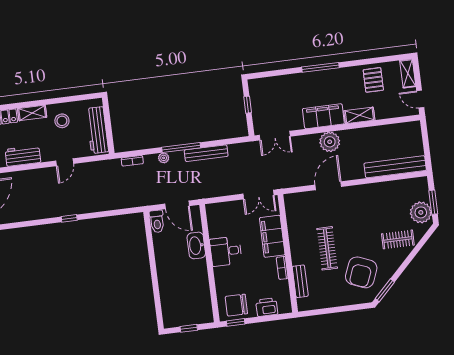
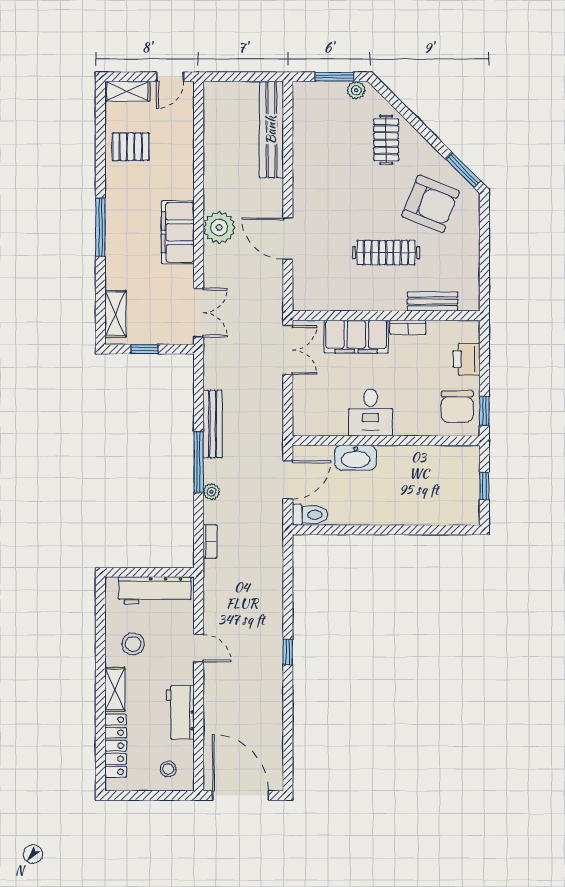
shelving: (359, 115) -> (115, 314), moved
plant: (421, 212) -> (356, 90), width x0.53, depth x0.53

